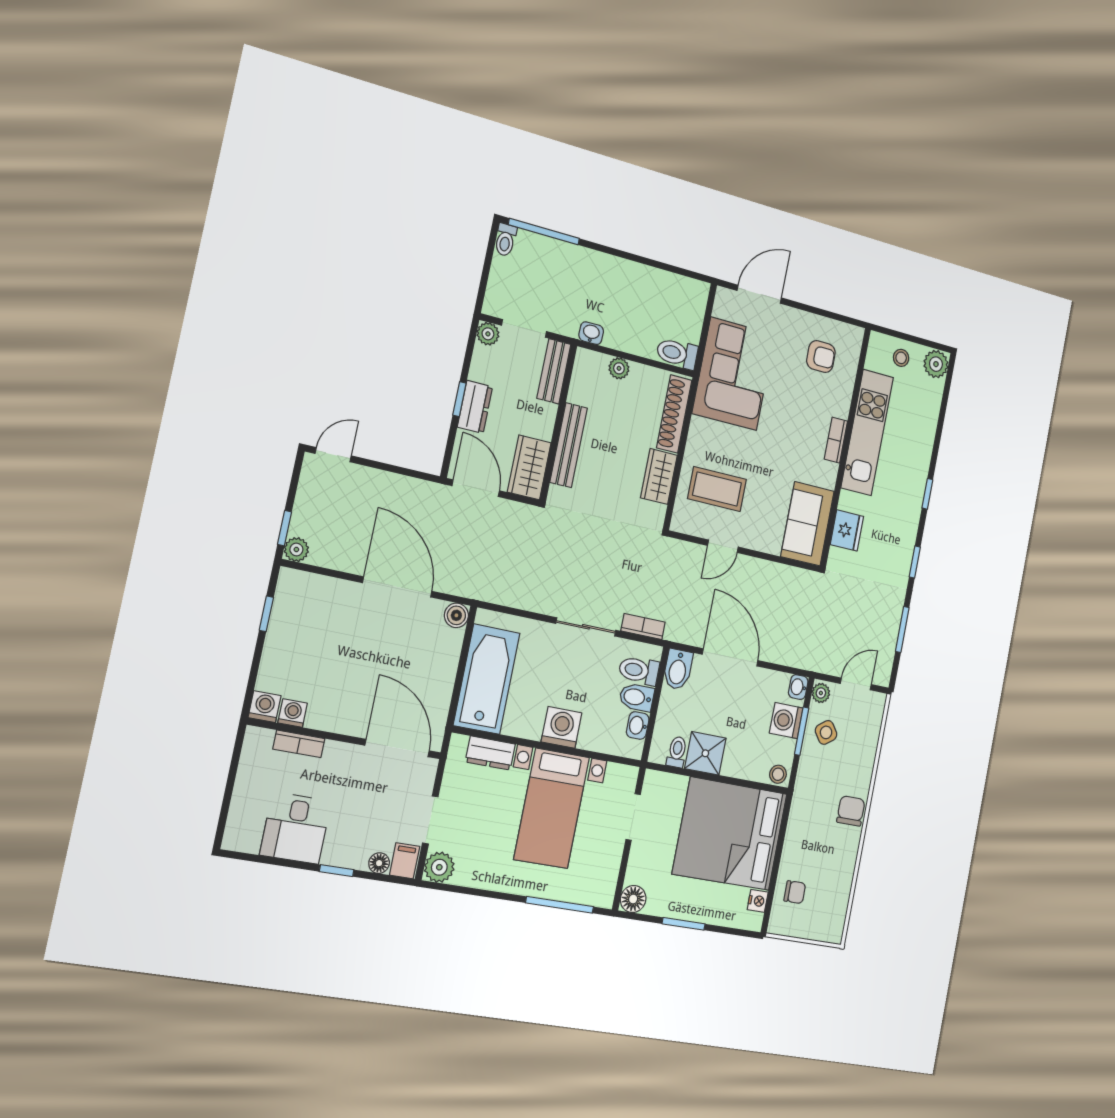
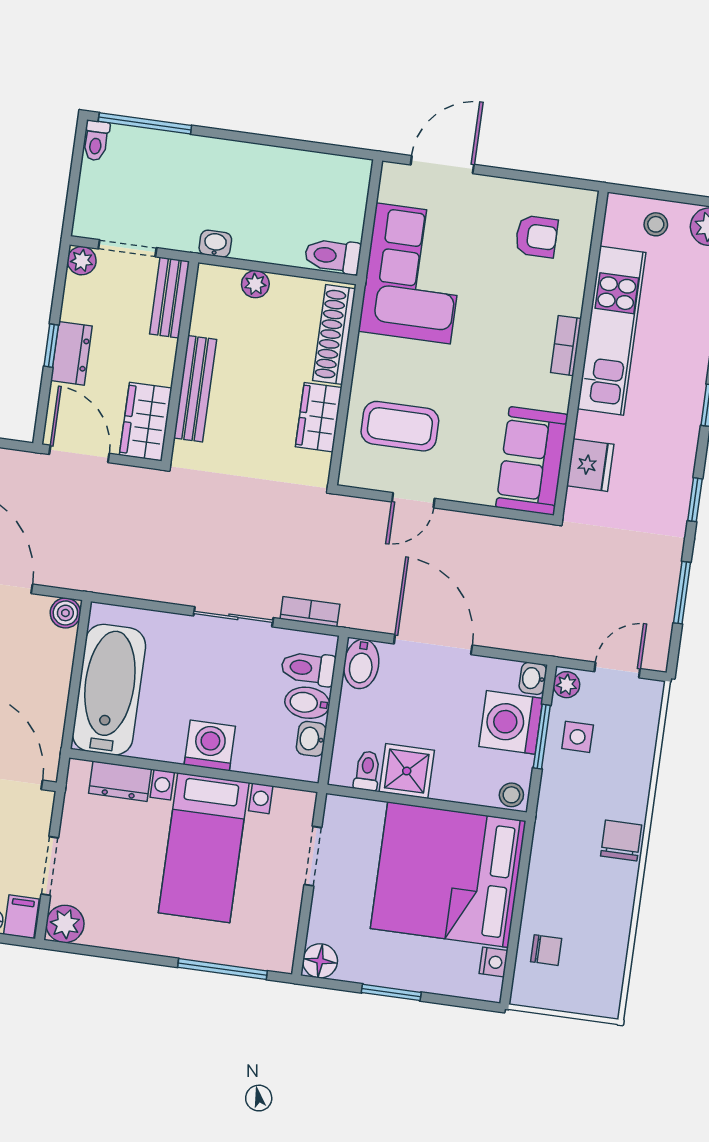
washing machine: (786, 721) -> (511, 722), width x1.37, depth x1.37
side table: (826, 732) -> (578, 737), turned 36

